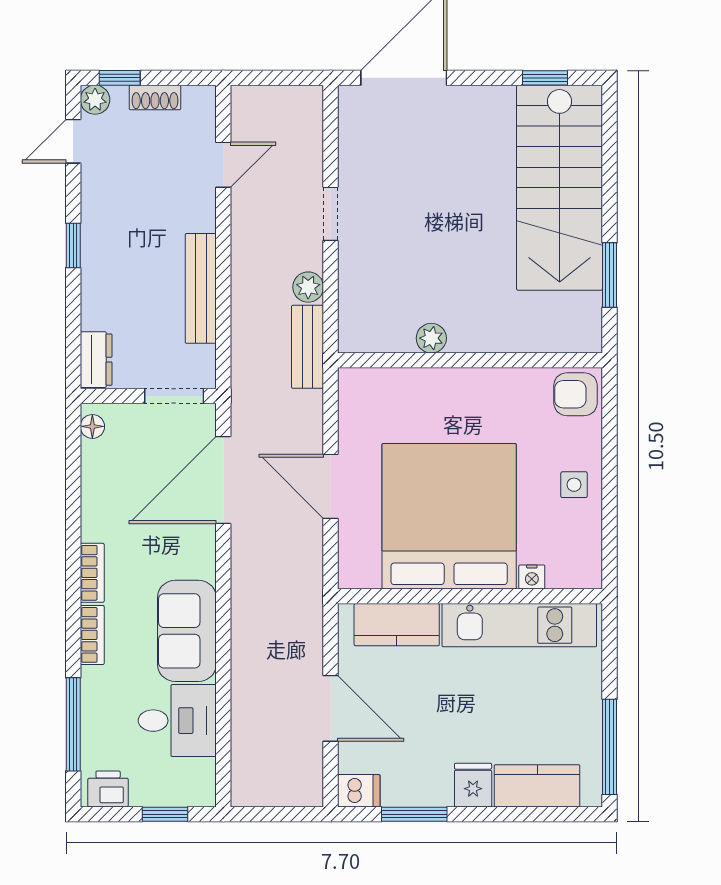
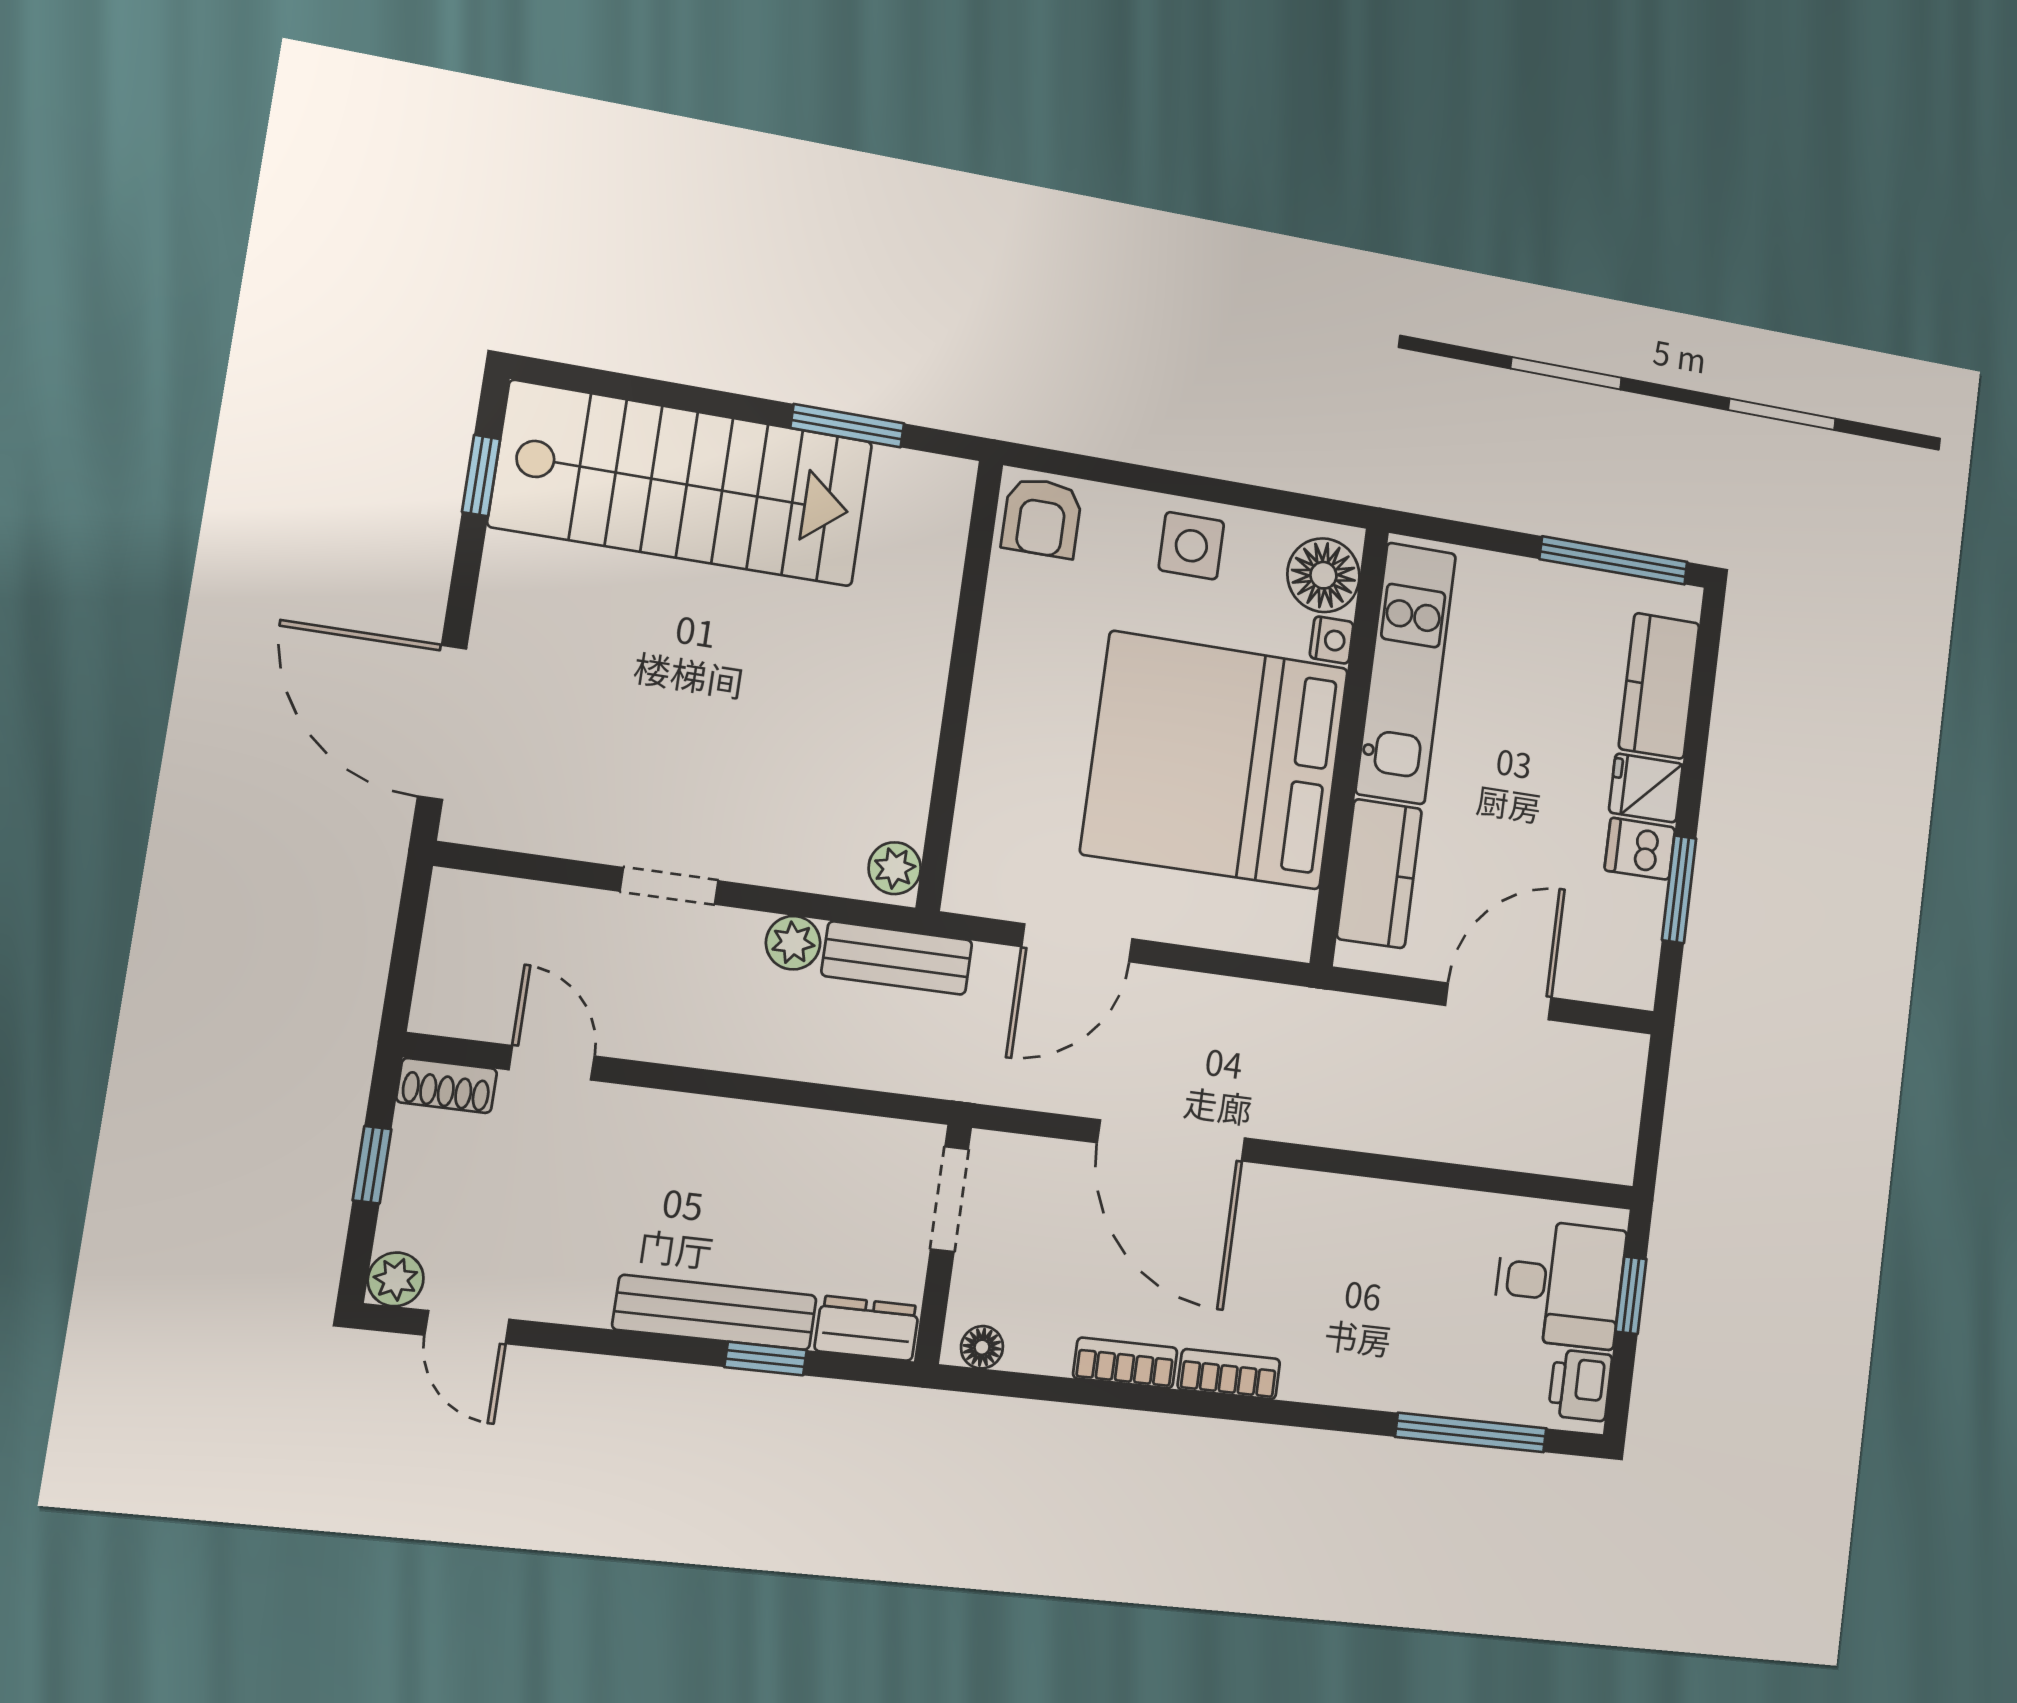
window: (120, 78) -> (372, 1165), moved
shoe rack: (155, 97) -> (447, 1085), moved, turned 90
window: (73, 246) -> (766, 1359), moved
bench: (201, 288) -> (715, 1312), moved
plant: (431, 338) -> (895, 868), moved
door: (223, 480) -> (1171, 1140), moved
side table: (574, 485) -> (1191, 546), width x1.37, depth x1.37
door: (331, 486) -> (1077, 943), moved
floor lamp: (570, 567) -> (1323, 575), added
sofa: (187, 631) -> (1345, 1224), removed
bookcase: (92, 635) -> (1125, 1363), moved
desk: (177, 721) -> (1559, 1283), moved, turned 90
dishwasher: (359, 791) -> (1640, 849), moved, turned -90

